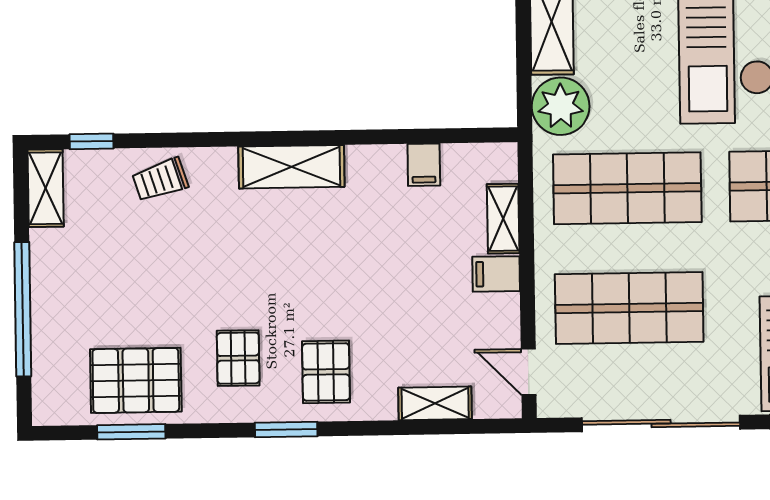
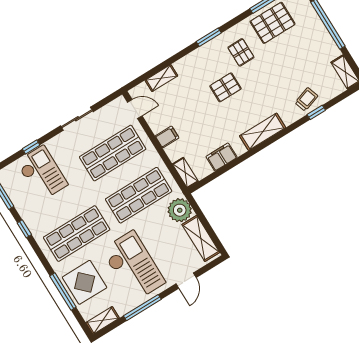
window: (91, 141) -> (316, 112), moved
filing cabinet: (424, 165) -> (222, 157), width x2.00
shelving: (503, 219) -> (185, 173), moved
pallet: (326, 372) -> (225, 87), moved, turned 90
sliding door: (661, 424) -> (77, 119), width x0.54

